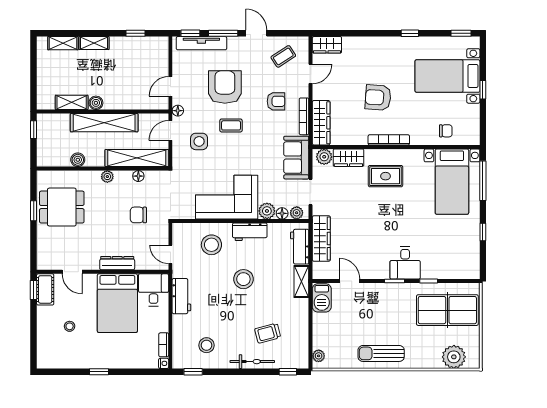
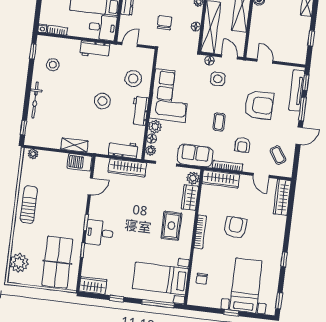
wardrobe: (327, 45) -> (282, 197), width x1.50
floor lamp: (178, 111) -> (210, 60), moved
coffee table: (231, 125) -> (219, 122), moved
wardrobe: (470, 263) -> (93, 285), added
shelving: (301, 282) -> (74, 145), moved
trolley: (268, 333) -> (56, 115), removed

